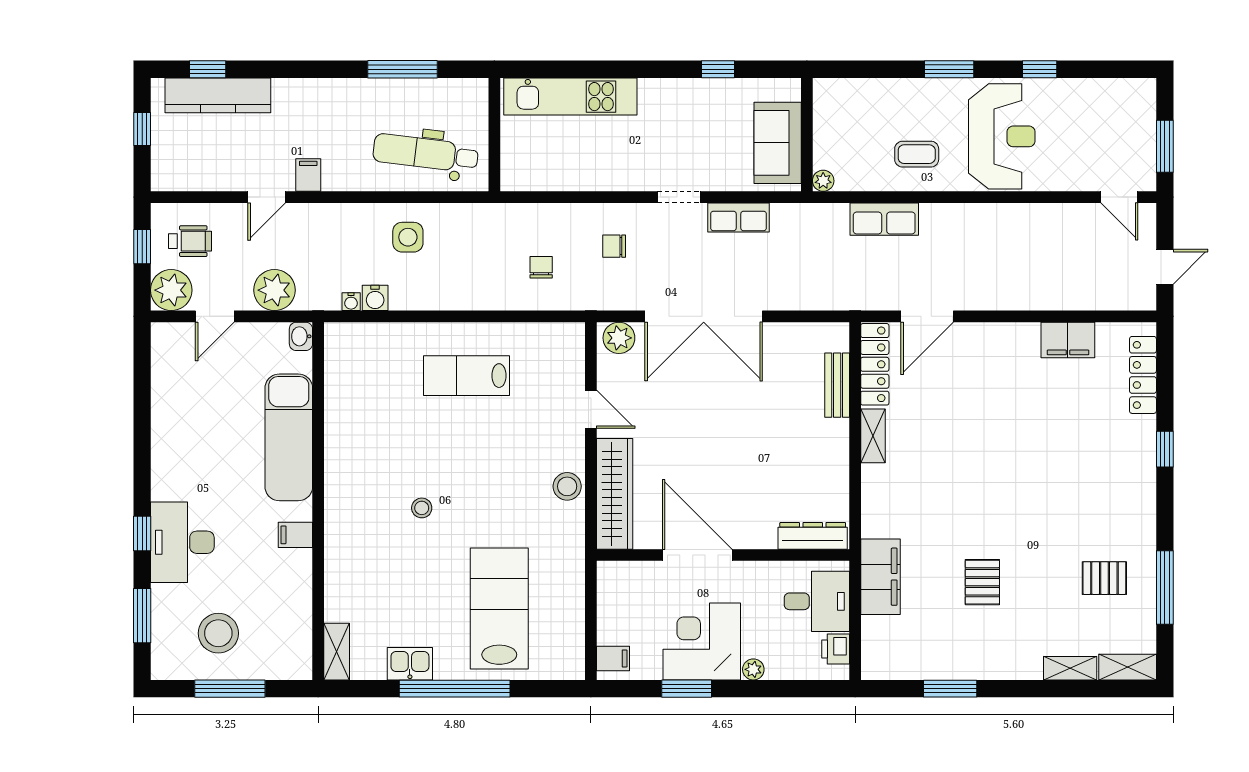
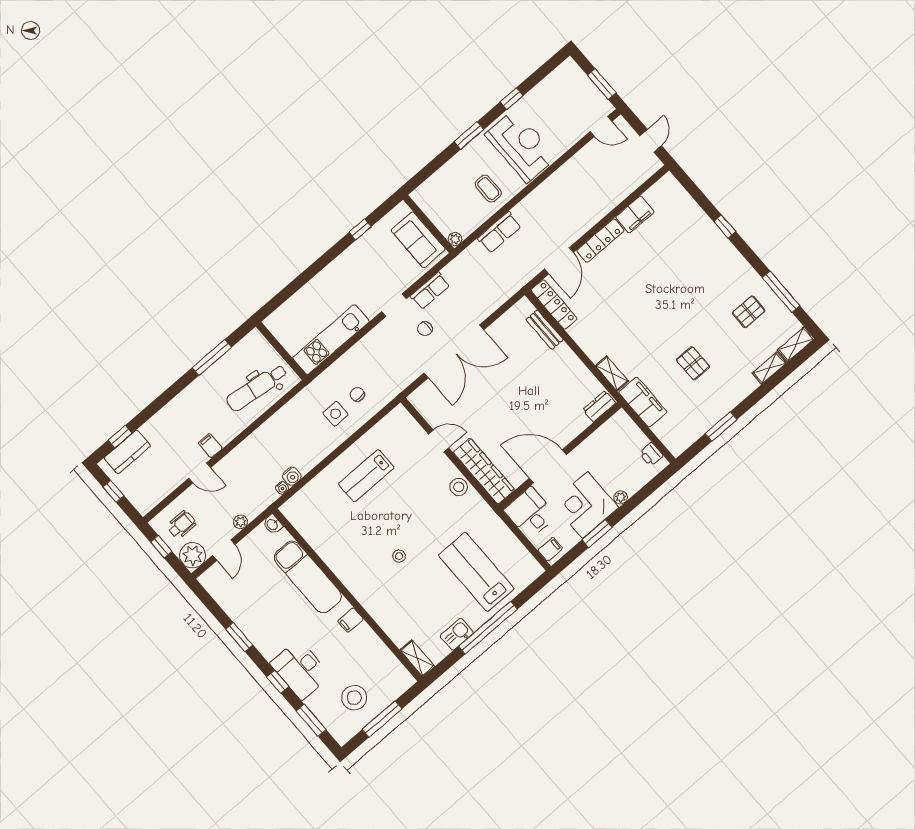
kitchen counter: (218, 95) -> (127, 452), width x0.67
kitchen unit: (570, 97) -> (331, 340), moved, turned 180
coffee table: (917, 154) -> (488, 189), turned 90
door: (267, 197) -> (200, 473), hinge flipped
side table: (408, 237) -> (336, 414), moved
chair: (614, 246) -> (425, 329), moved
plant: (274, 290) -> (241, 522), width x0.53, depth x0.53
plant: (619, 338) -> (423, 396), removed
locker: (1143, 375) -> (600, 241), moved, turned -90
shelving: (873, 436) -> (612, 374), moved
window: (142, 438) -> (239, 637), added
dresser: (813, 536) -> (599, 406), width x0.70
desk: (817, 601) -> (530, 513), moved, turned -90

